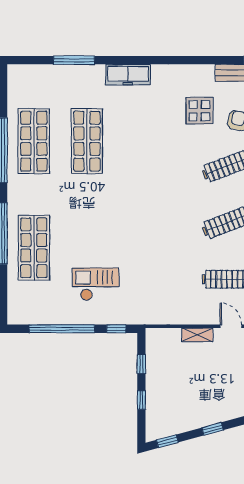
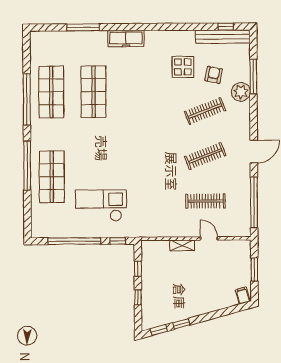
checkout: (96, 284) -> (101, 206), width x1.36, depth x1.21
window: (213, 429) -> (181, 324), moved

